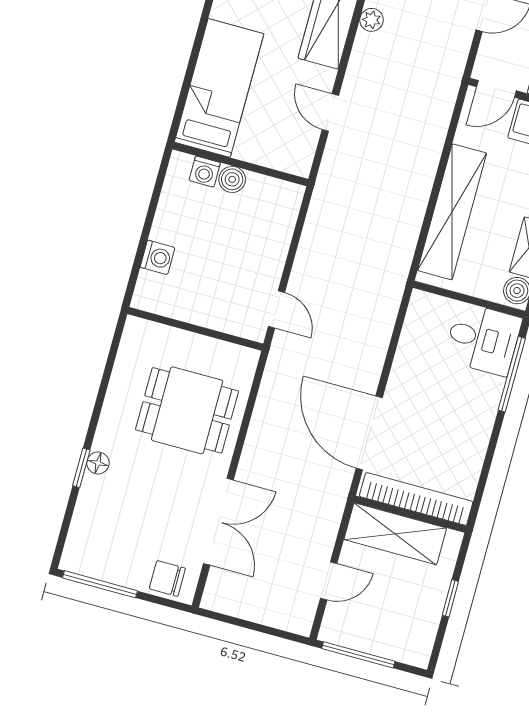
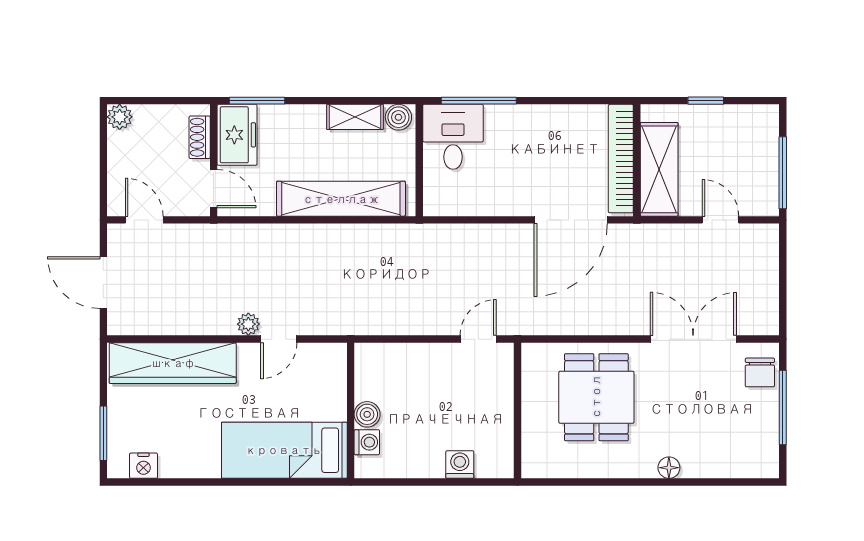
plant: (371, 20) -> (248, 324), moved
window: (81, 468) -> (678, 482), removed
window: (100, 584) -> (783, 407), moved

